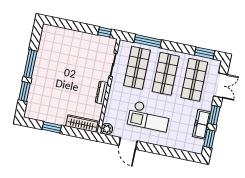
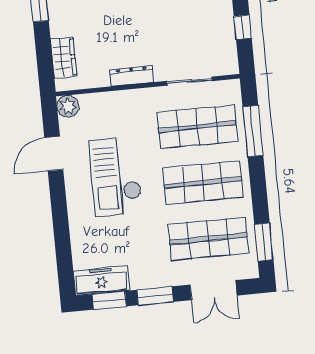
window: (105, 32) -> (243, 27), moved
wardrobe: (82, 124) -> (64, 58), width x0.67
freezer: (202, 124) -> (101, 281), moved

